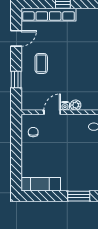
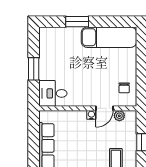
plant: (76, 105) -> (119, 116), moved
exam couch: (41, 184) -> (109, 37), width x1.36, depth x1.45

